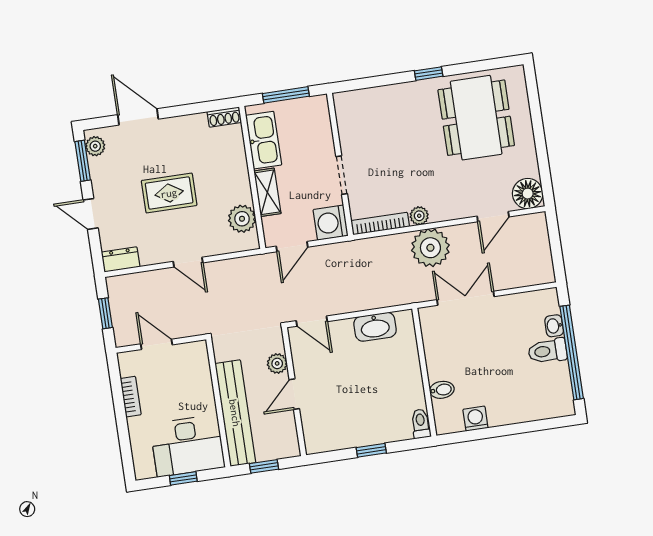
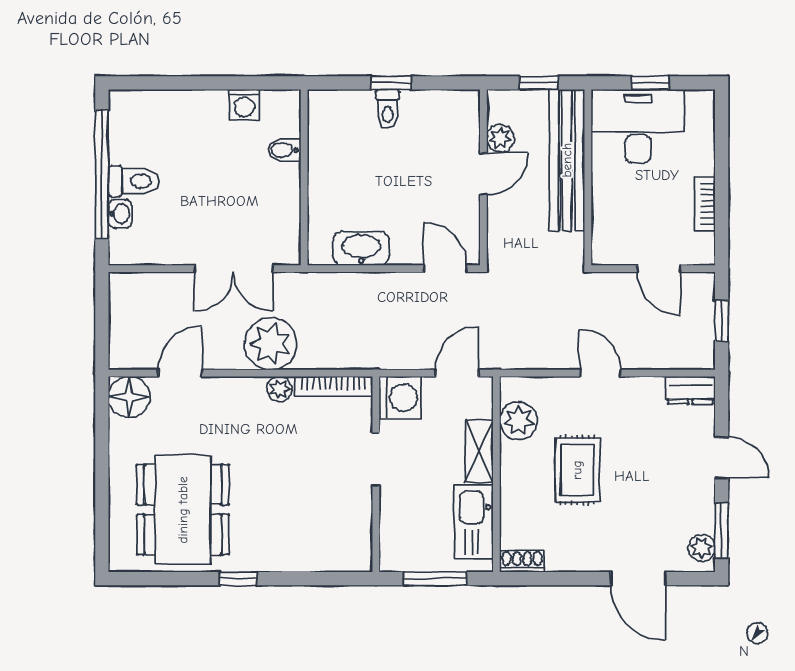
rug: (169, 193) -> (577, 470), moved, turned 90
plant: (277, 363) -> (500, 138), moved
toilet: (421, 424) -> (388, 109), moved

